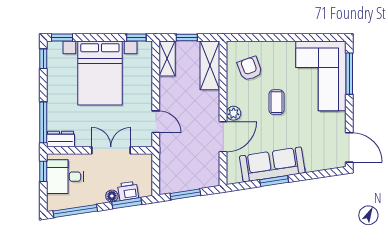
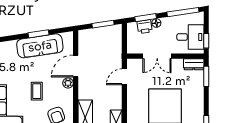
window: (43, 122) -> (206, 76), width x0.69
door: (156, 122) -> (124, 77), hinge flipped

